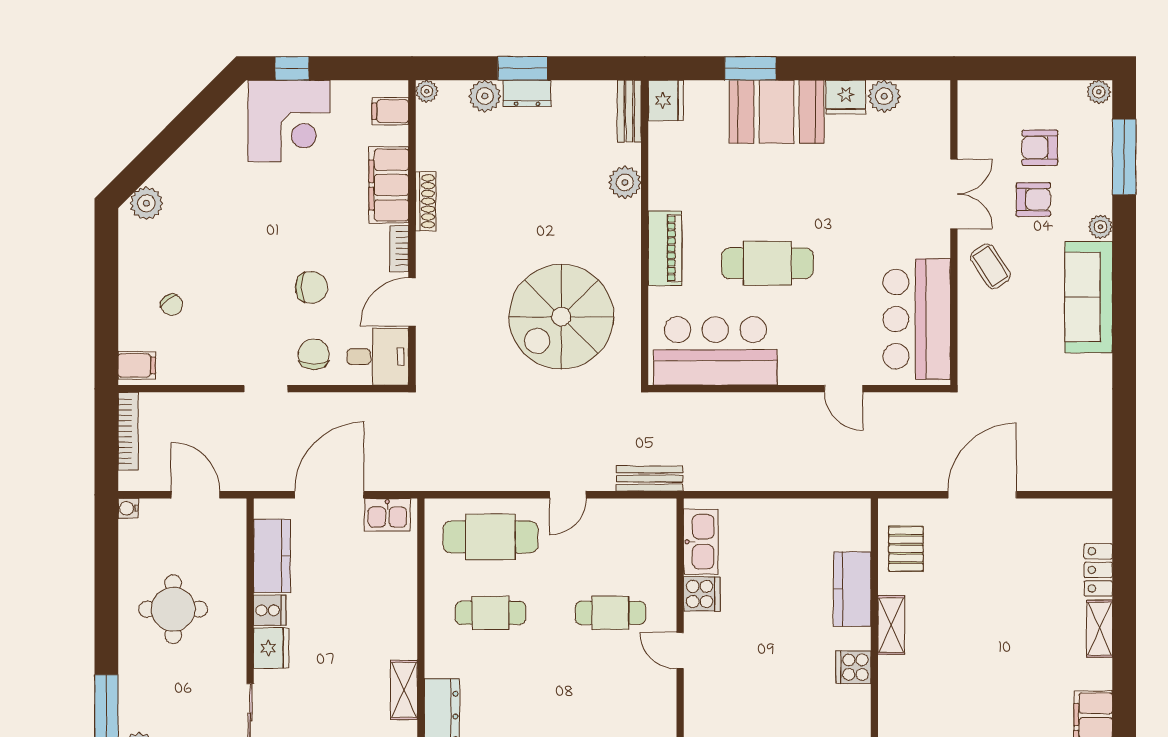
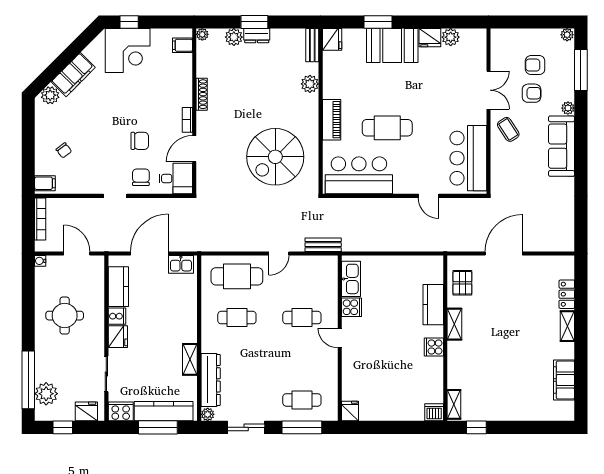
filing cabinet: (389, 185) -> (73, 75), moved, turned -135

